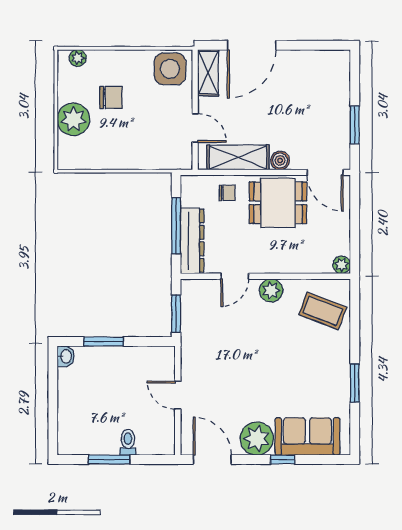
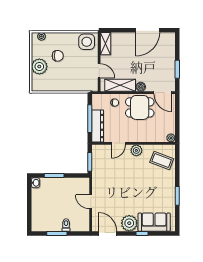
door: (252, 45) -> (148, 30), moved

